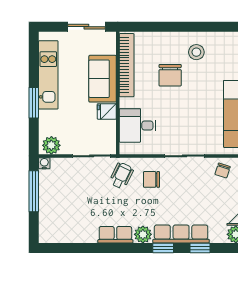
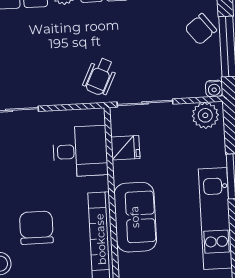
fridge: (107, 111) -> (125, 148), moved
chair: (151, 179) -> (201, 29), moved, turned 142

